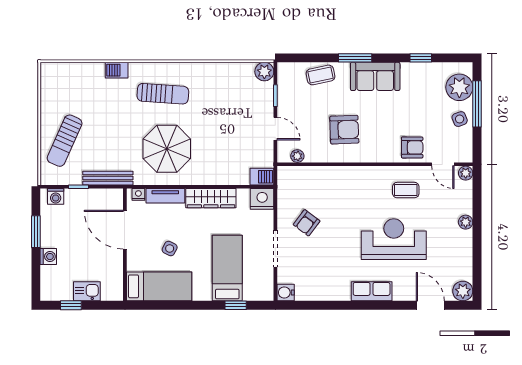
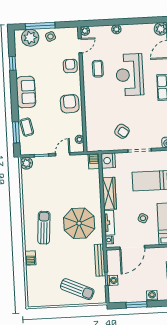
window: (355, 58) -> (16, 132), moved
armchair: (344, 130) -> (70, 104), moved
washing machine: (56, 196) -> (113, 280), moved

